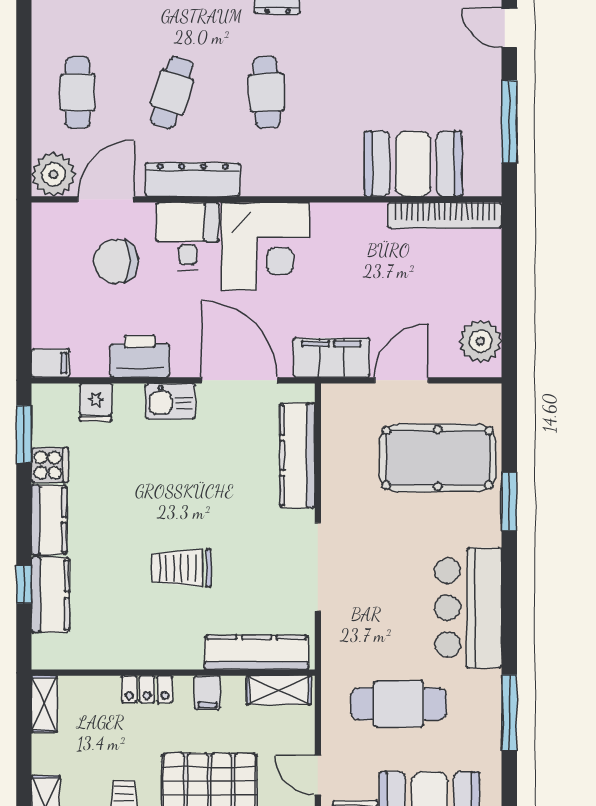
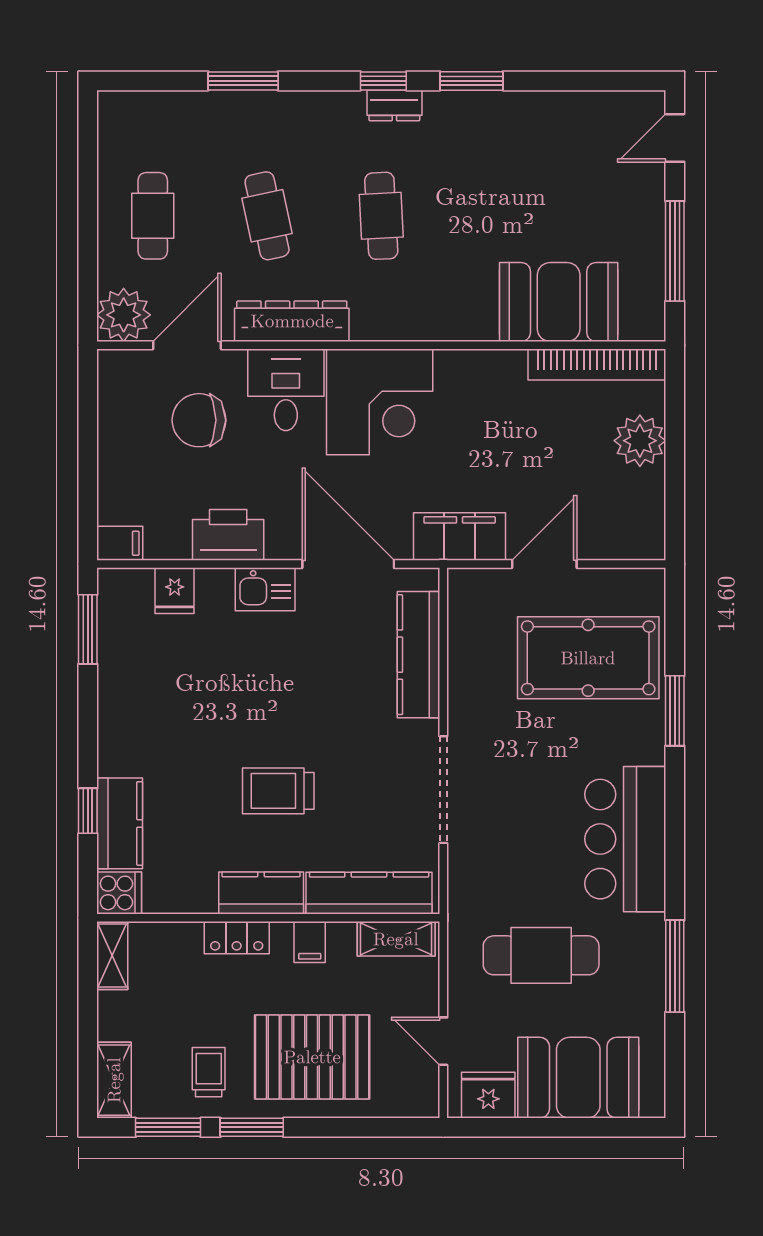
door: (509, 28) -> (675, 138), hinge flipped
cafe table: (172, 92) -> (267, 216), turned -30
plant: (480, 341) -> (640, 441), moved
cooker: (50, 465) -> (119, 893), moved
kitchen counter: (49, 520) -> (261, 893), moved, turned -90

